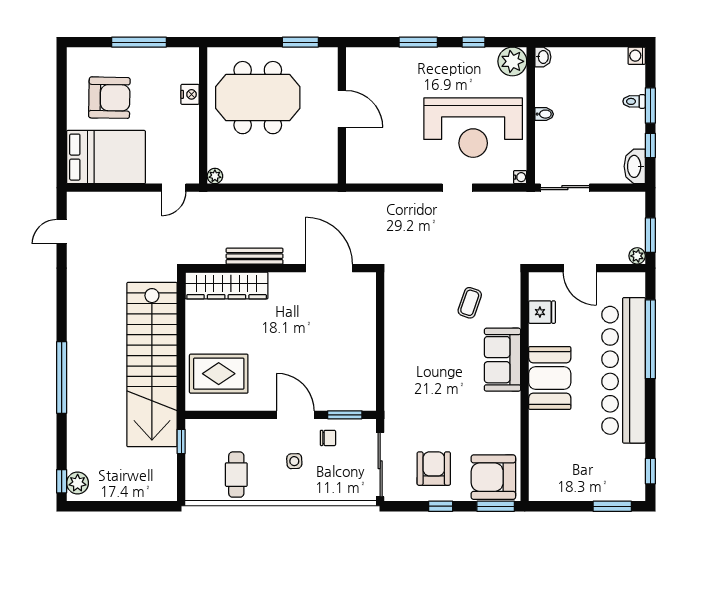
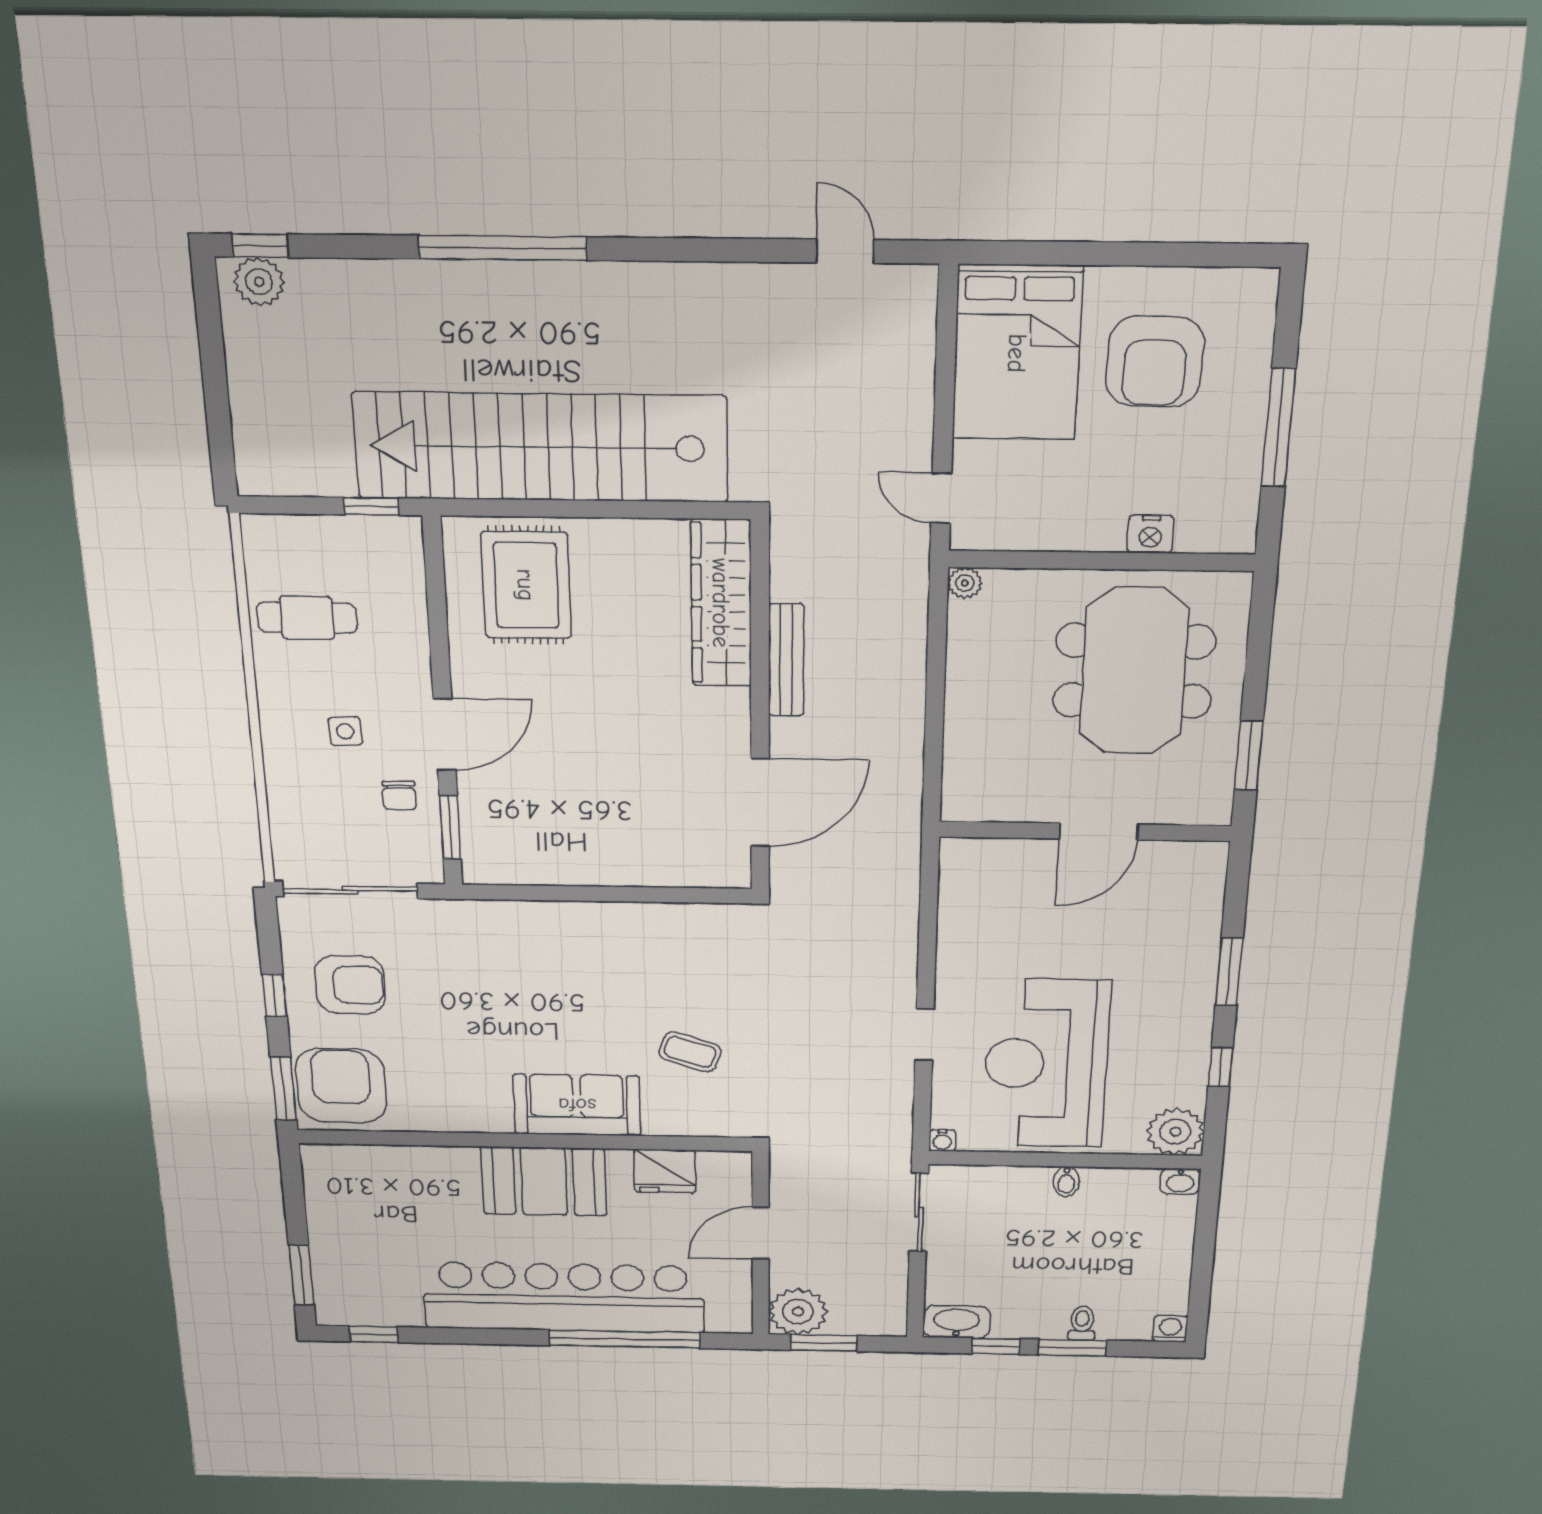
plant: (637, 256) -> (798, 1312), width x1.87, depth x1.87
fridge: (542, 312) -> (665, 1171), width x1.38

